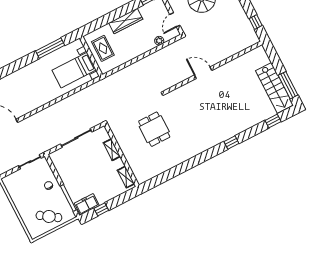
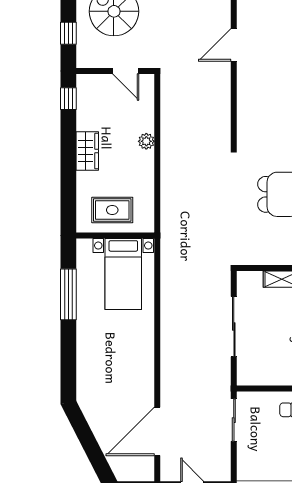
wardrobe: (126, 21) -> (87, 151), width x0.67
plant: (159, 41) -> (146, 141), moved
door: (203, 73) -> (234, 45), moved

